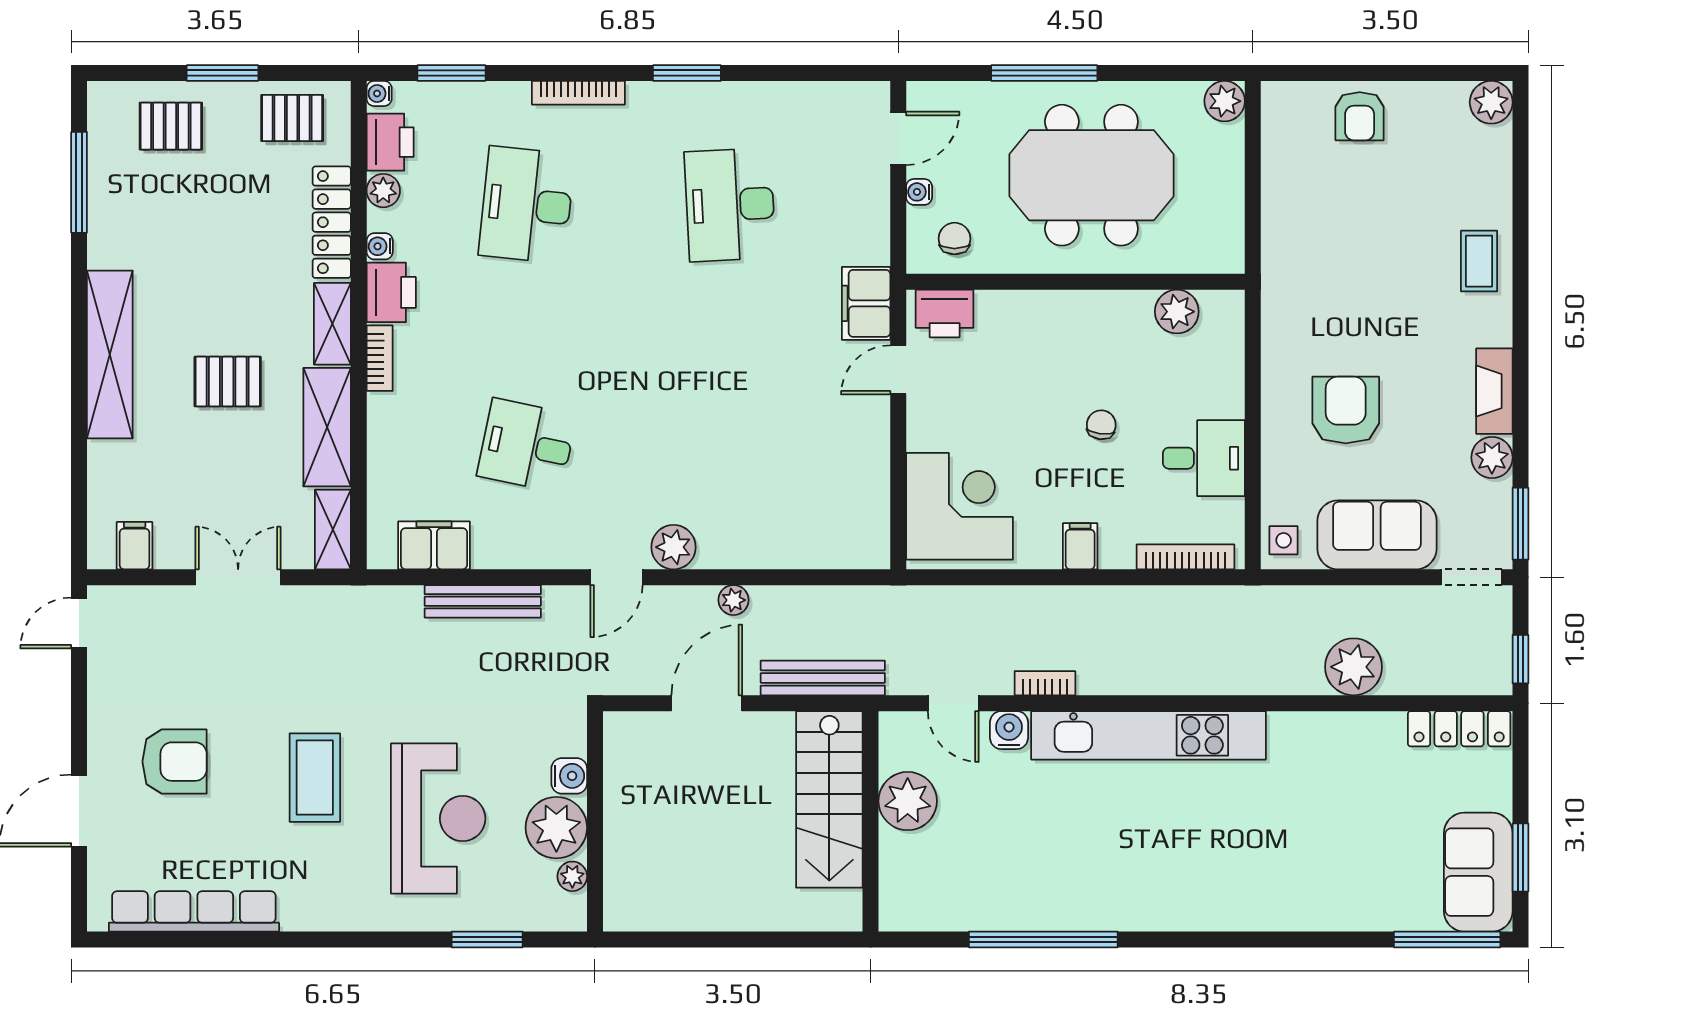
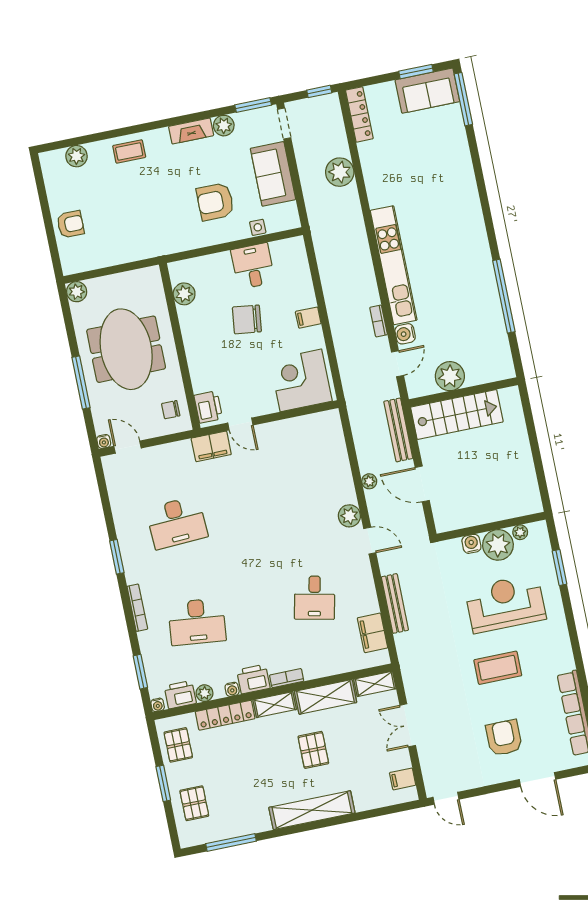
plant: (1491, 102) -> (77, 156), moved
water cooler: (919, 192) -> (104, 441), moved
chair: (1101, 425) -> (247, 319), width x1.87, depth x1.87
side table: (1284, 540) -> (258, 227), moved
bookcase: (1186, 557) -> (303, 265), removed

